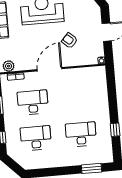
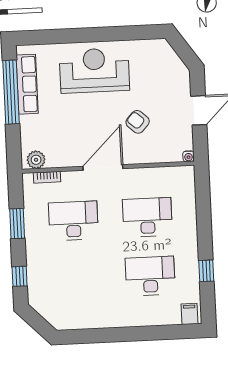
desk: (36, 138) -> (147, 217), moved
filing cabinet: (106, 157) -> (189, 314), added
window: (92, 168) -> (165, 332), removed

